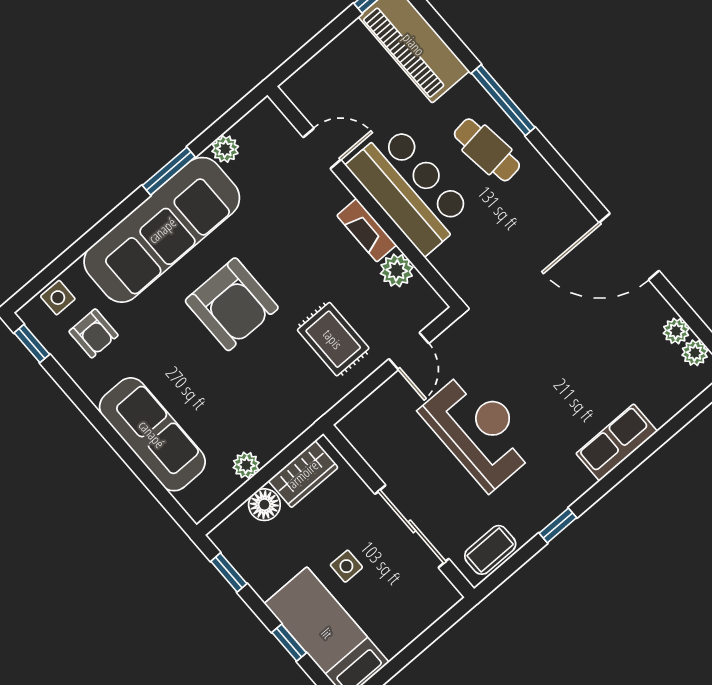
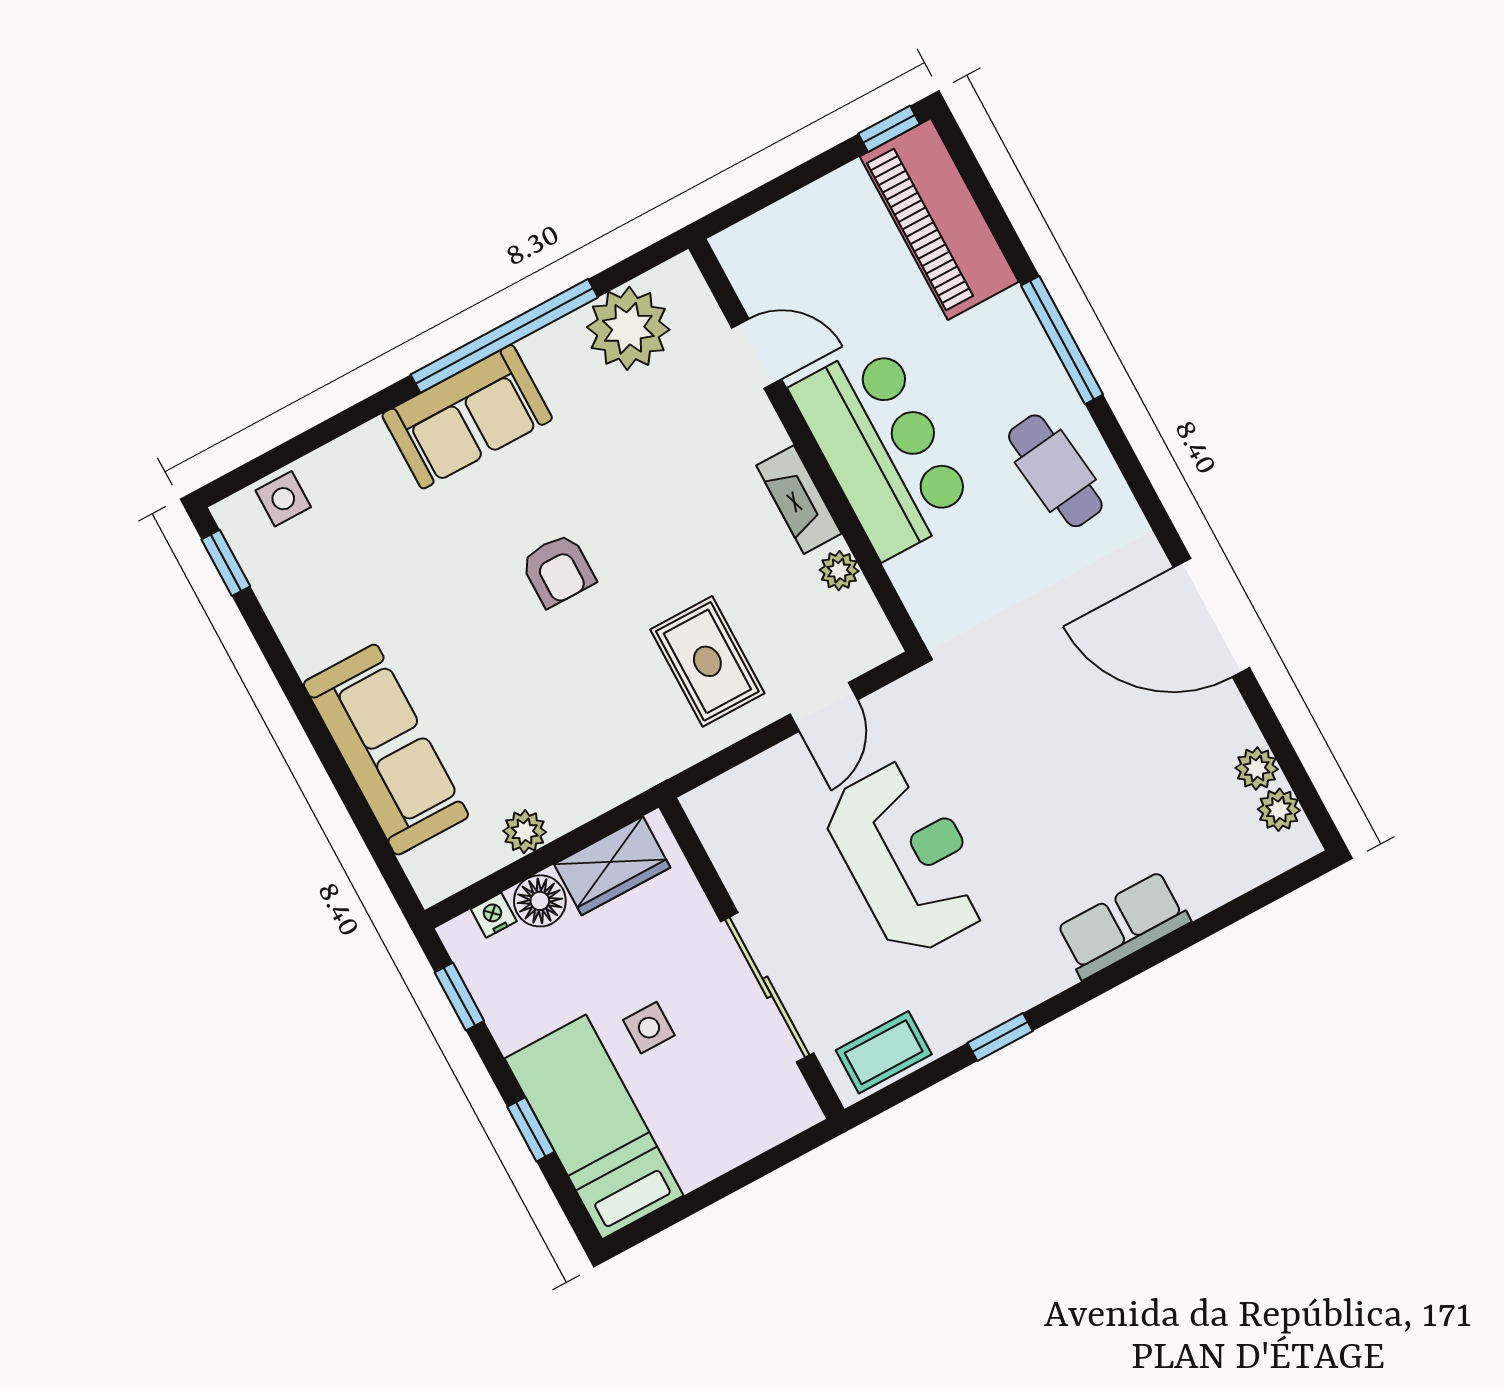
plant: (225, 149) -> (628, 328), width x1.87, depth x1.87
cafe table: (487, 150) -> (1055, 471), moved
window: (169, 171) -> (504, 336), width x2.11
sofa: (162, 230) -> (467, 417), width x0.54, depth x0.79
plant: (397, 270) -> (839, 571), width x0.73, depth x0.73
armchair: (232, 304) -> (558, 570), width x0.53, depth x0.53
armchair: (94, 333) -> (328, 568), removed
nightstand: (239, 519) -> (494, 915), added

